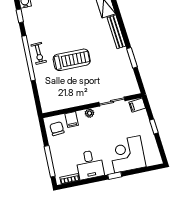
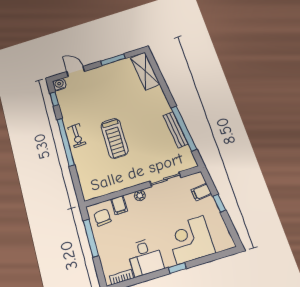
bench: (116, 32) -> (175, 130), moved
window: (132, 58) -> (184, 128), width x2.11
treadmill: (72, 60) -> (114, 138), turned 90
filing cabinet: (137, 105) -> (201, 192), moved
window: (50, 161) -> (91, 238), moved

